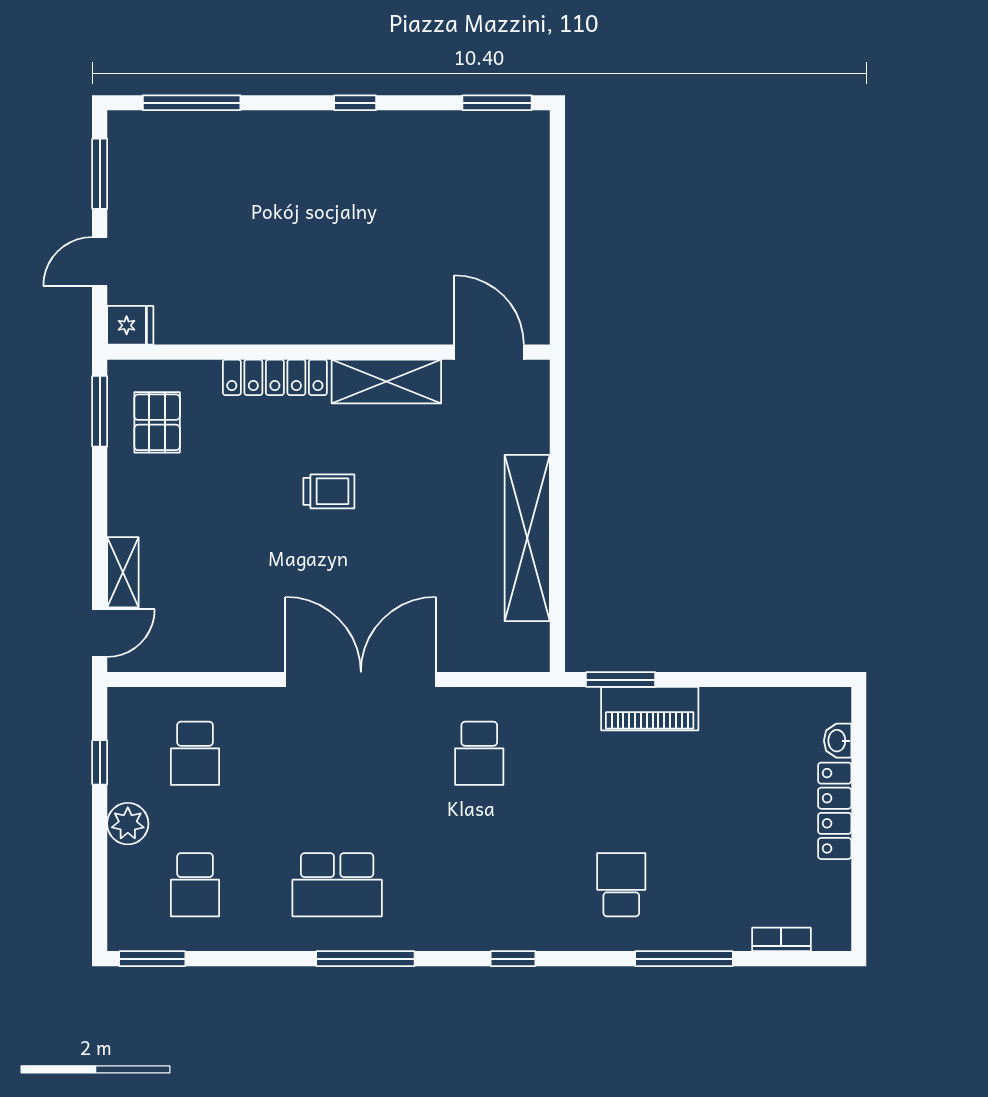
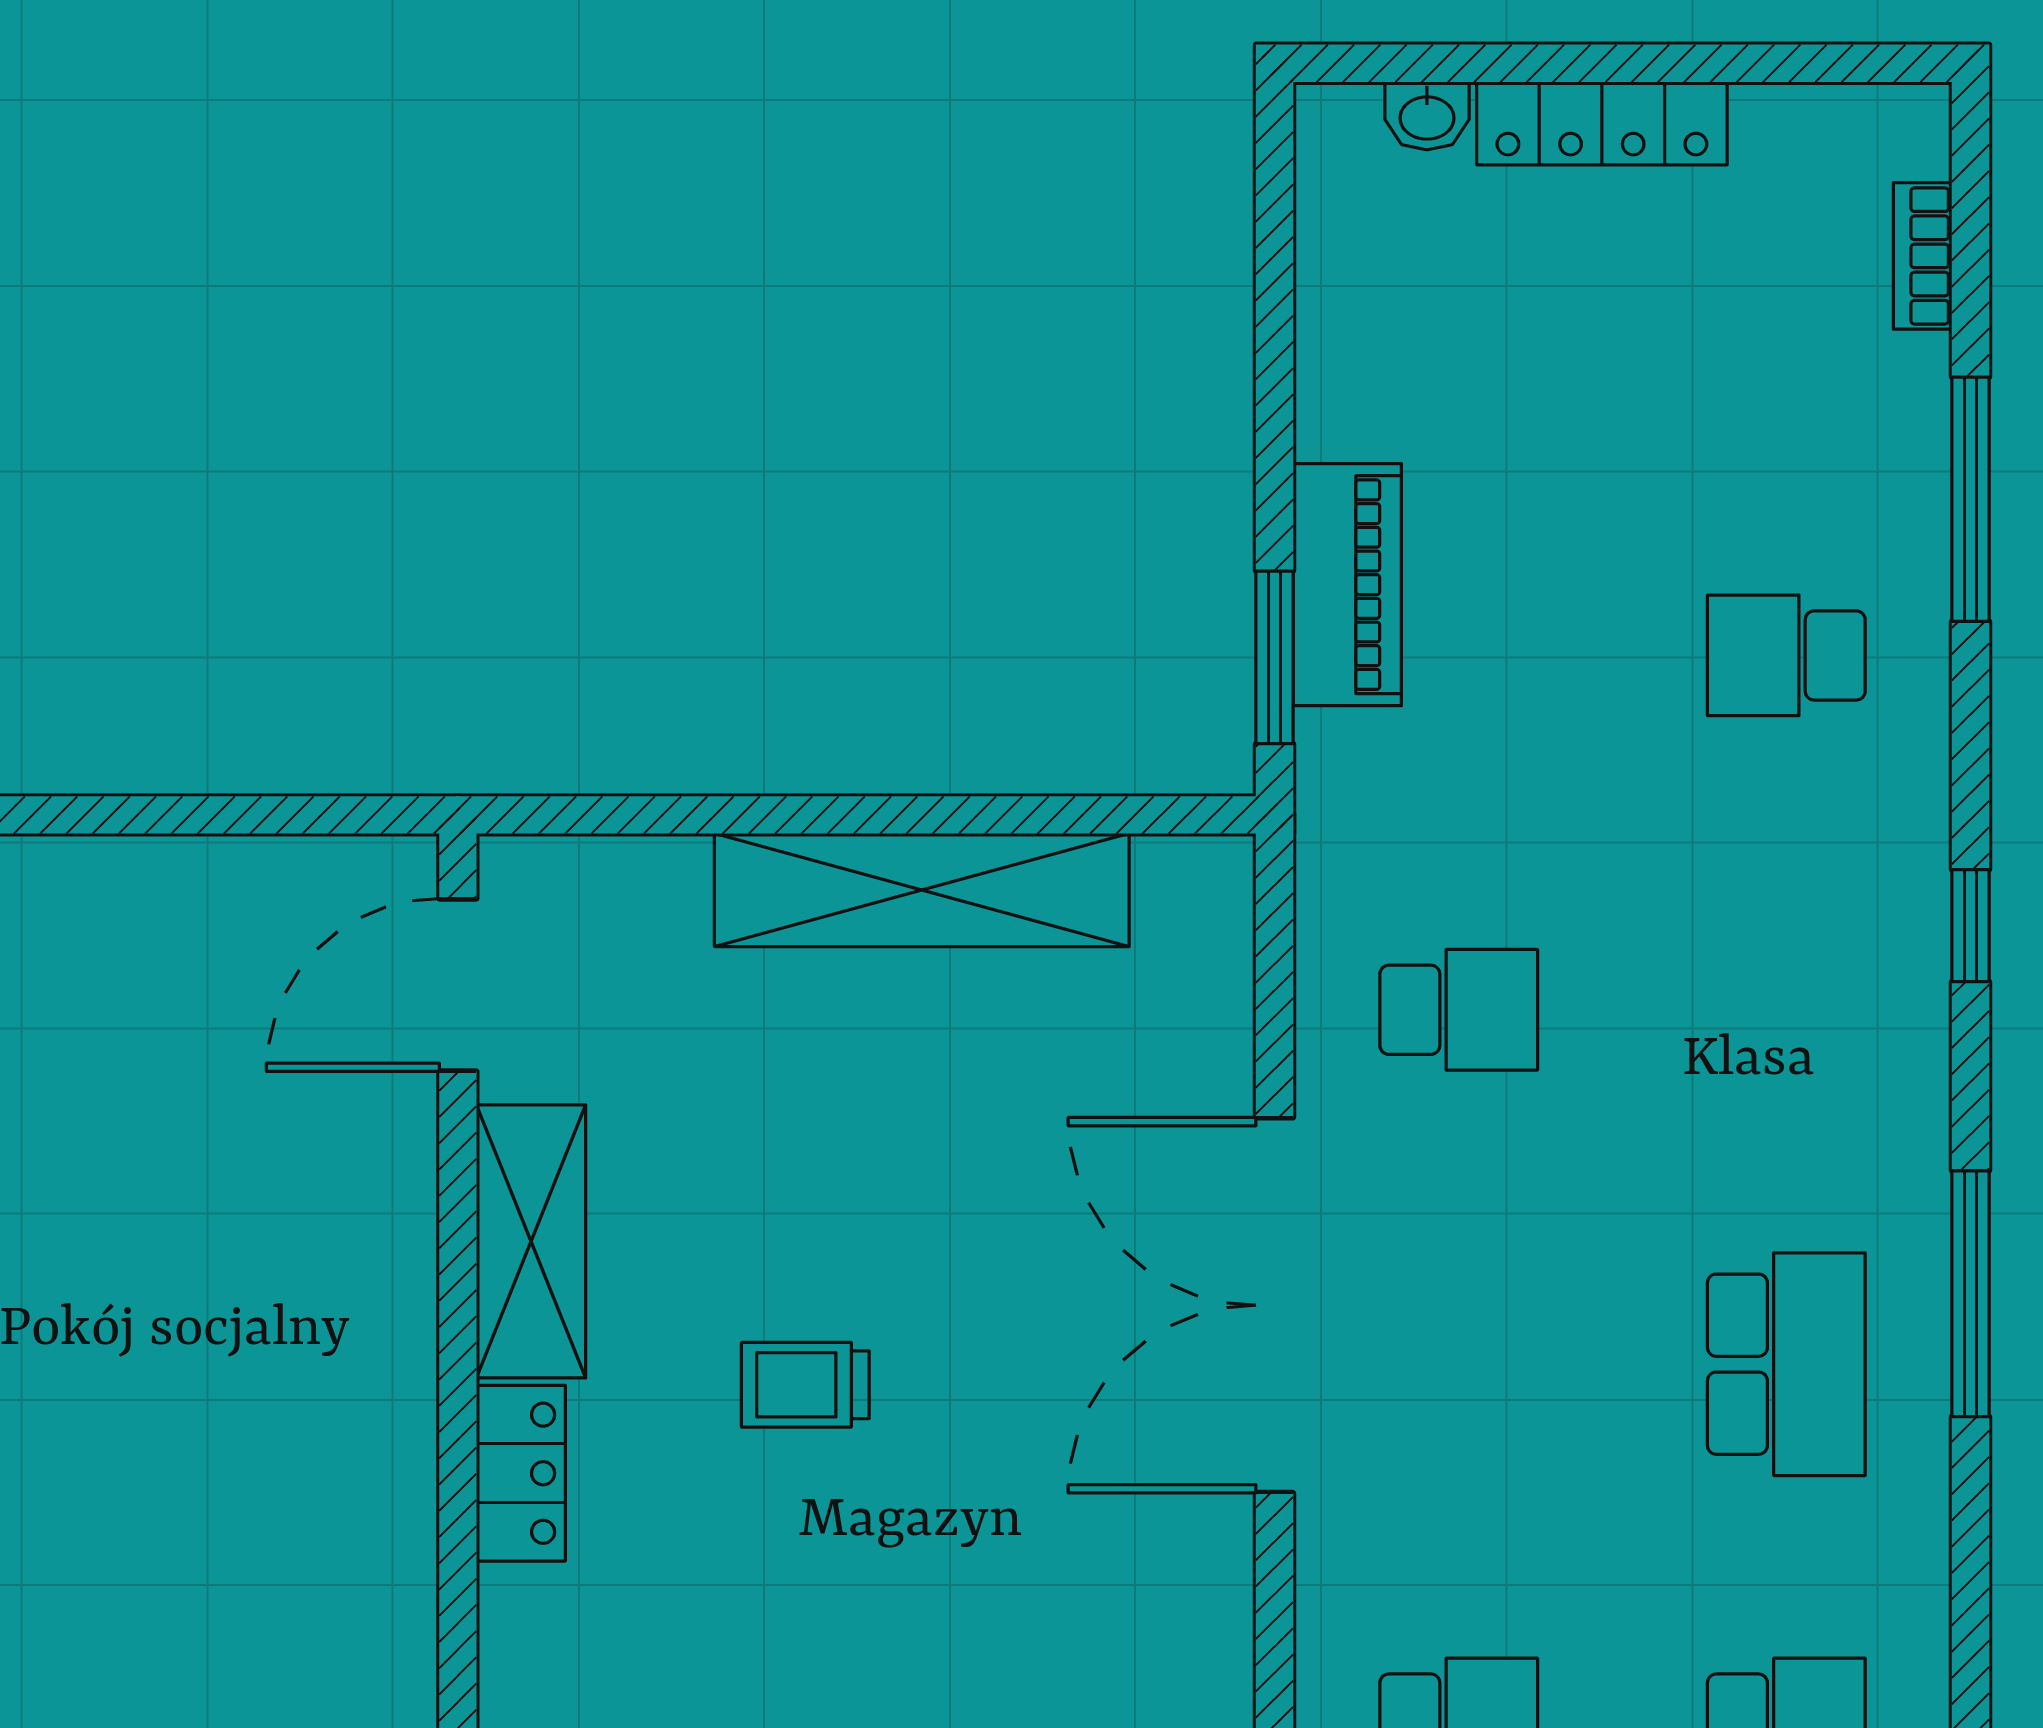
locker: (275, 377) -> (521, 1473), width x0.66
trolley: (329, 491) -> (805, 1385), turned -90

